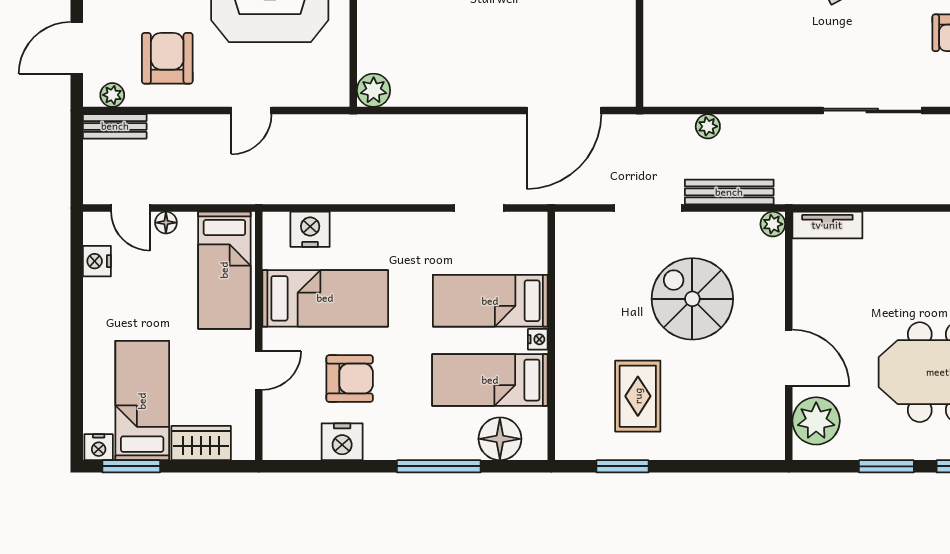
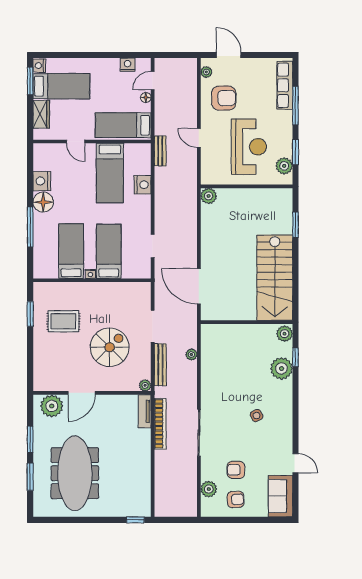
bench: (115, 126) -> (160, 151), moved
bookcase: (854, 192) -> (160, 424), added
nightstand: (310, 229) -> (143, 185), moved
armchair: (350, 379) -> (72, 185), removed
floor lamp: (500, 439) -> (43, 202), moved

